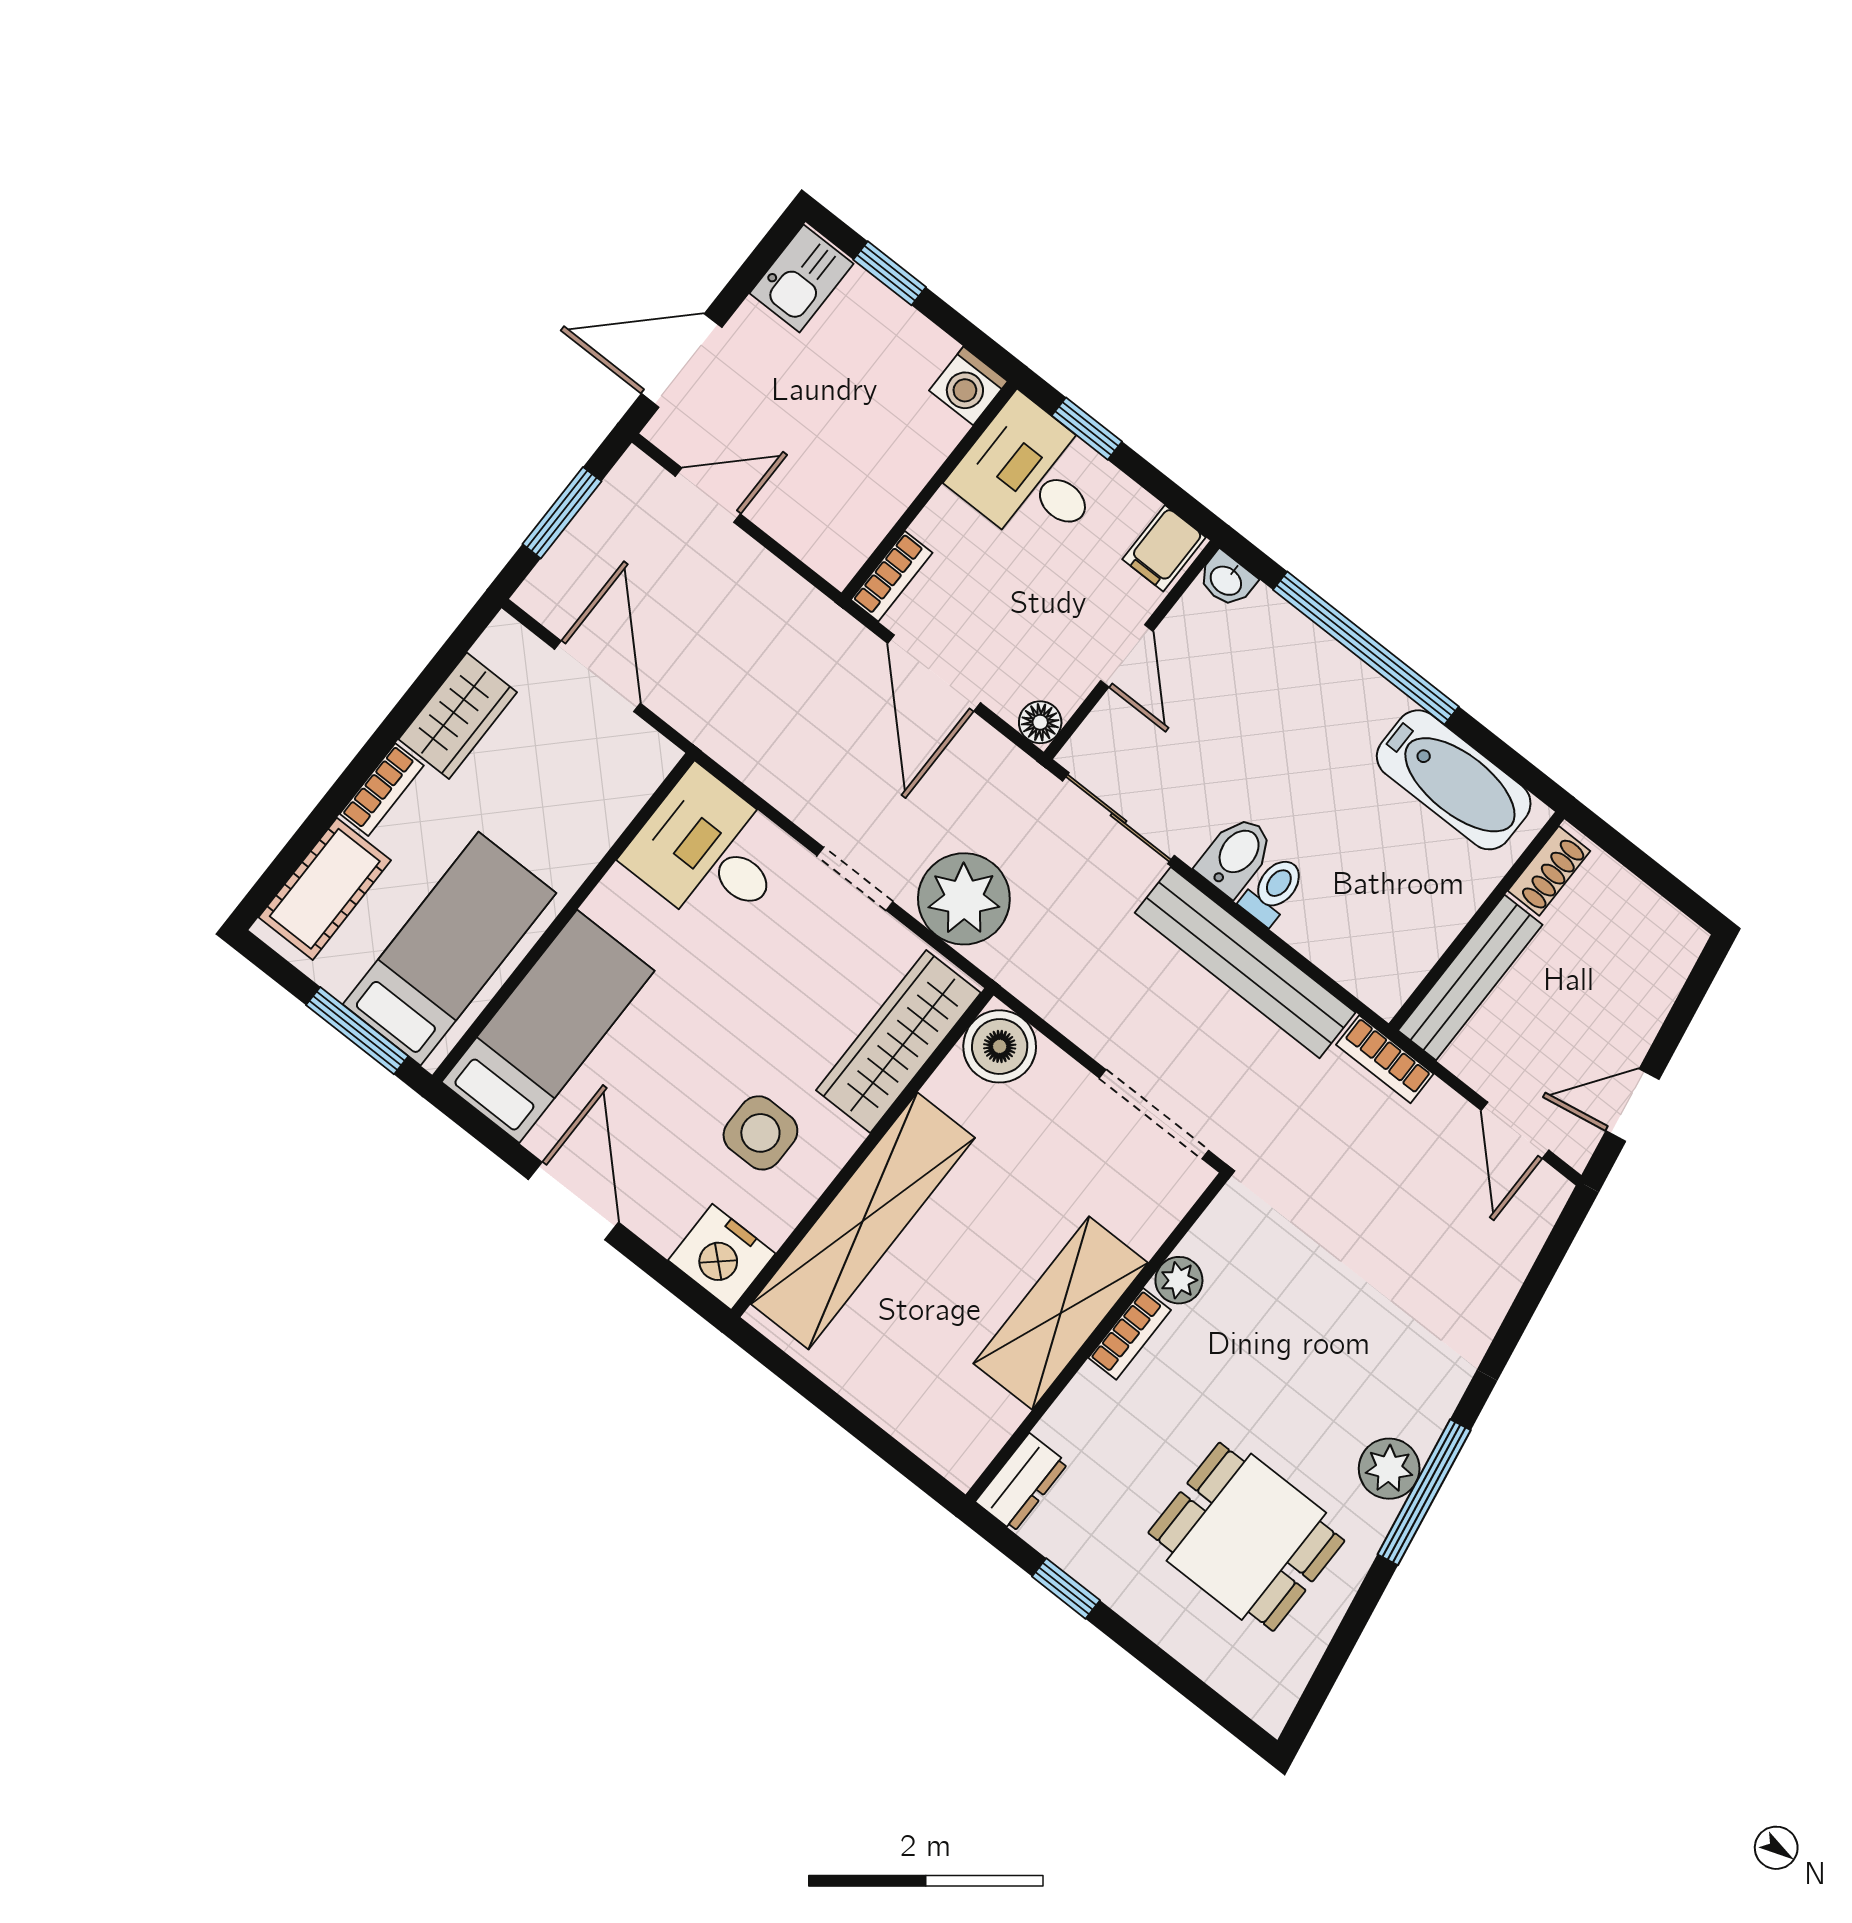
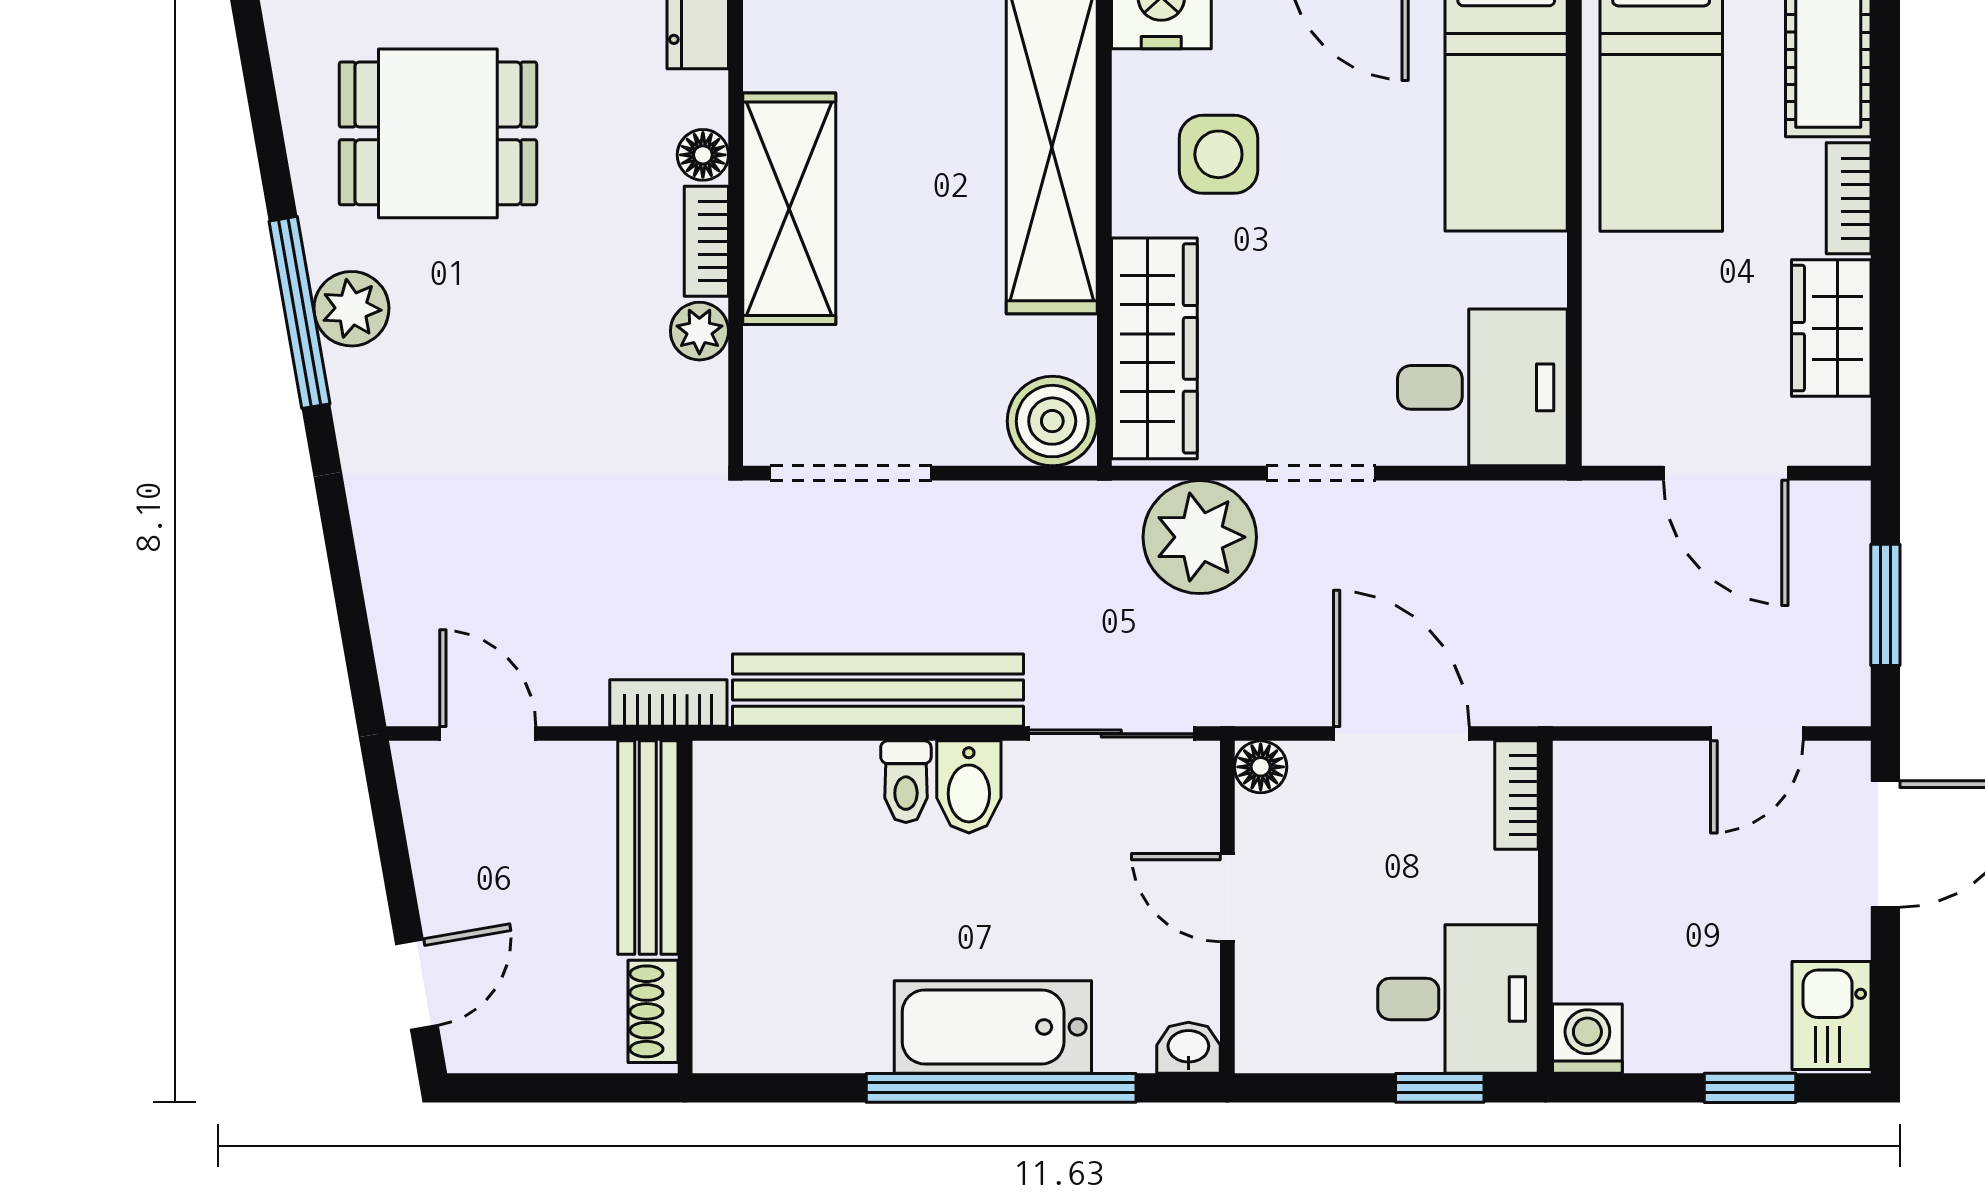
filing cabinet: (1164, 548) -> (1273, 1031), removed
bathtub: (1454, 780) -> (993, 1027), moved
door: (1632, 1105) -> (417, 985), moved
floor lamp: (1089, 1391) -> (703, 155), added

